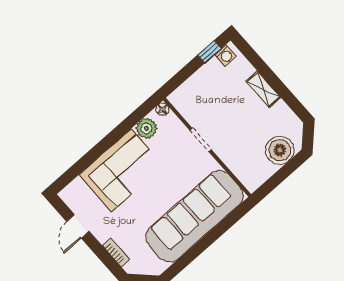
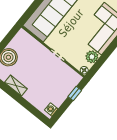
window: (209, 52) -> (75, 93), moved
shelving: (263, 89) -> (16, 86), moved

